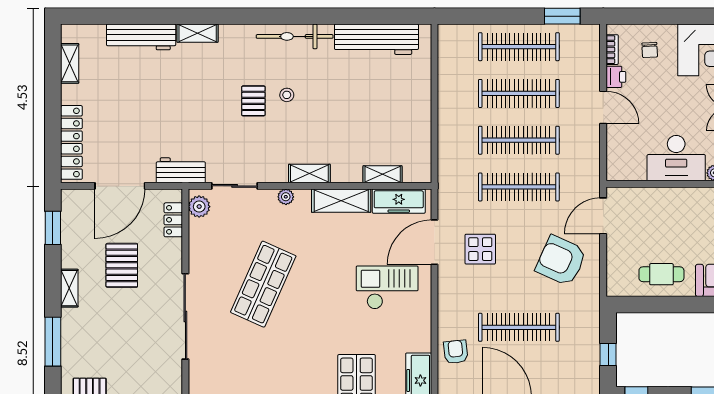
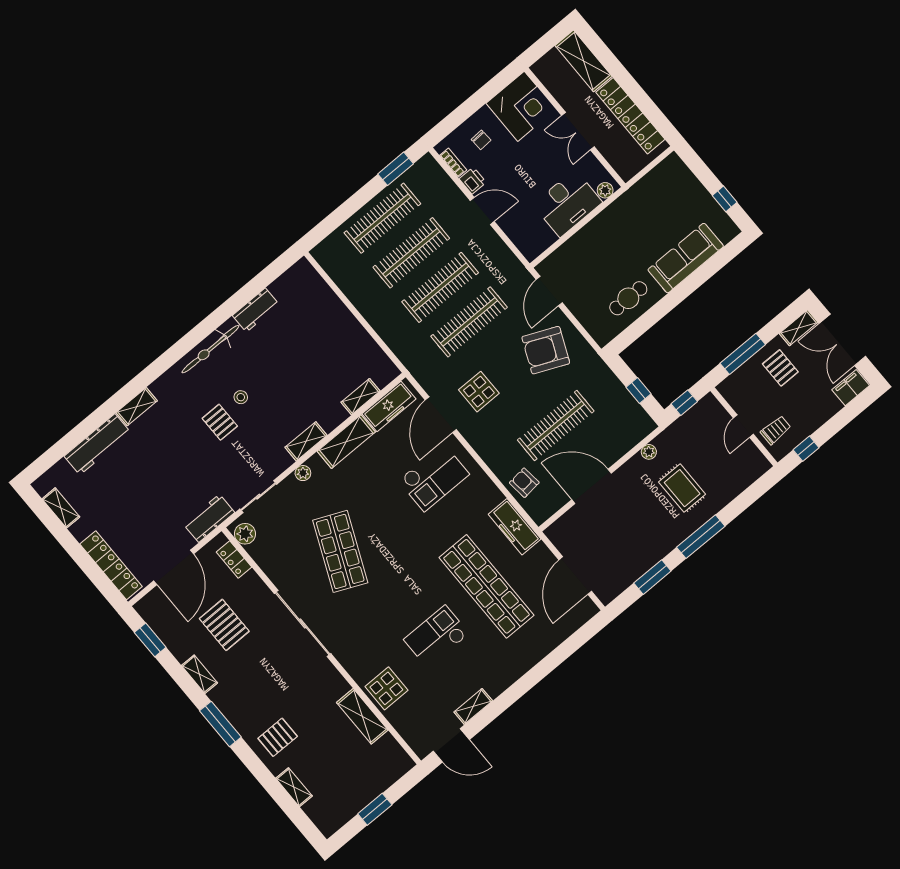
workbench: (376, 39) -> (256, 310), width x0.53, depth x0.76
checkout: (387, 287) -> (434, 477), turned 180

